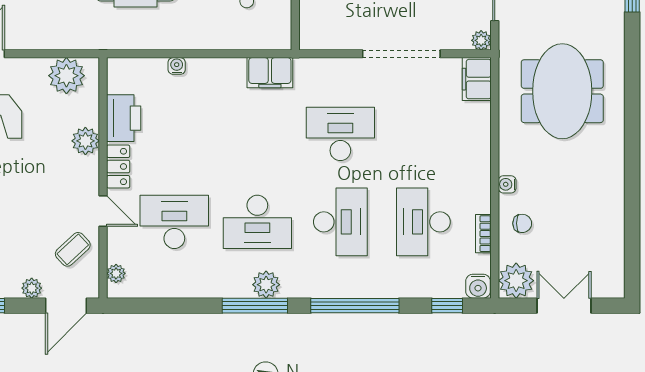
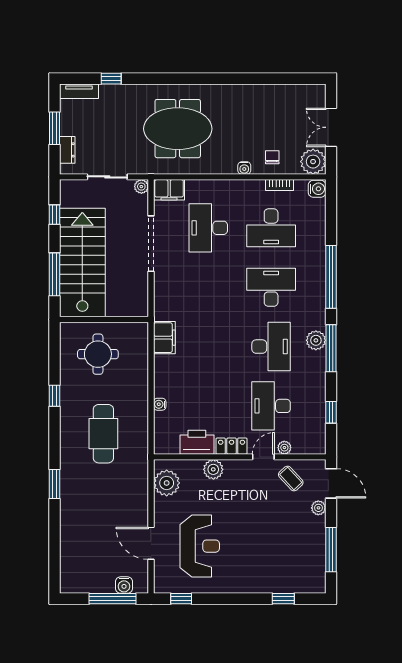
desk: (340, 134) -> (208, 228), moved
plant: (116, 273) -> (284, 448), moved
window: (447, 306) -> (331, 412), moved

